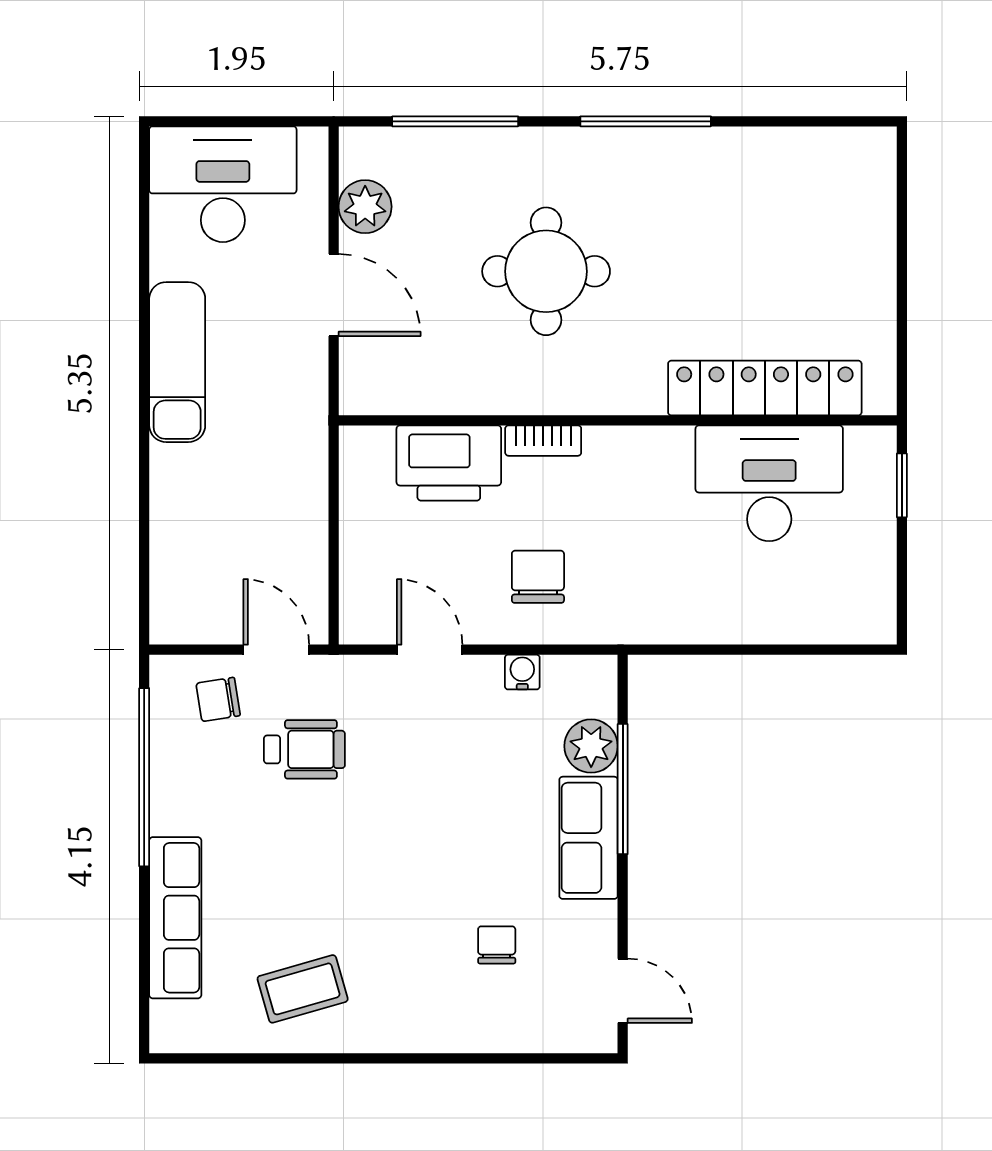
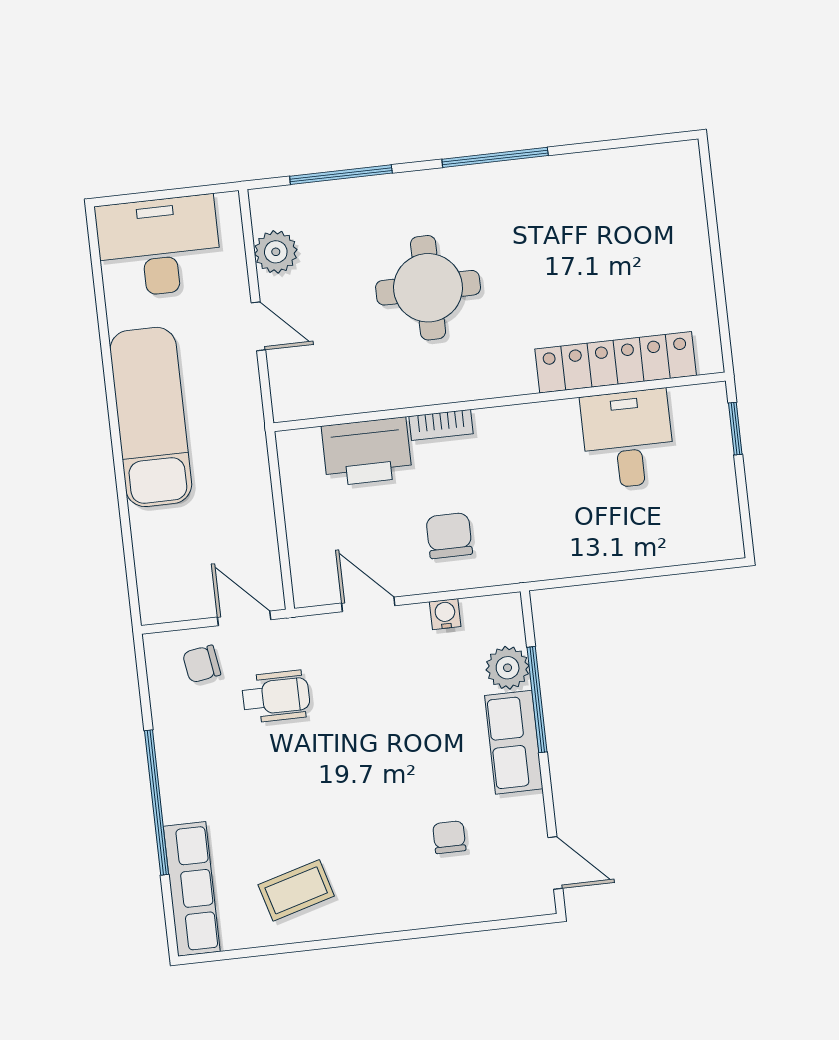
door: (334, 295) -> (258, 326), width x0.73
exam couch: (177, 362) -> (151, 417), width x1.36, depth x1.45
desk: (769, 483) -> (628, 439), width x0.73
window: (144, 777) -> (157, 802), moved
row of seats: (175, 918) -> (192, 889), moved

